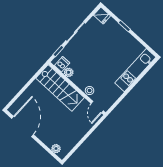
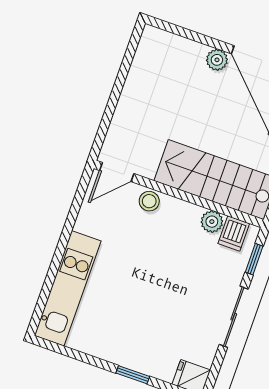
door: (97, 107) -> (117, 172), swing flipped
plant: (56, 149) -> (217, 60), moved

